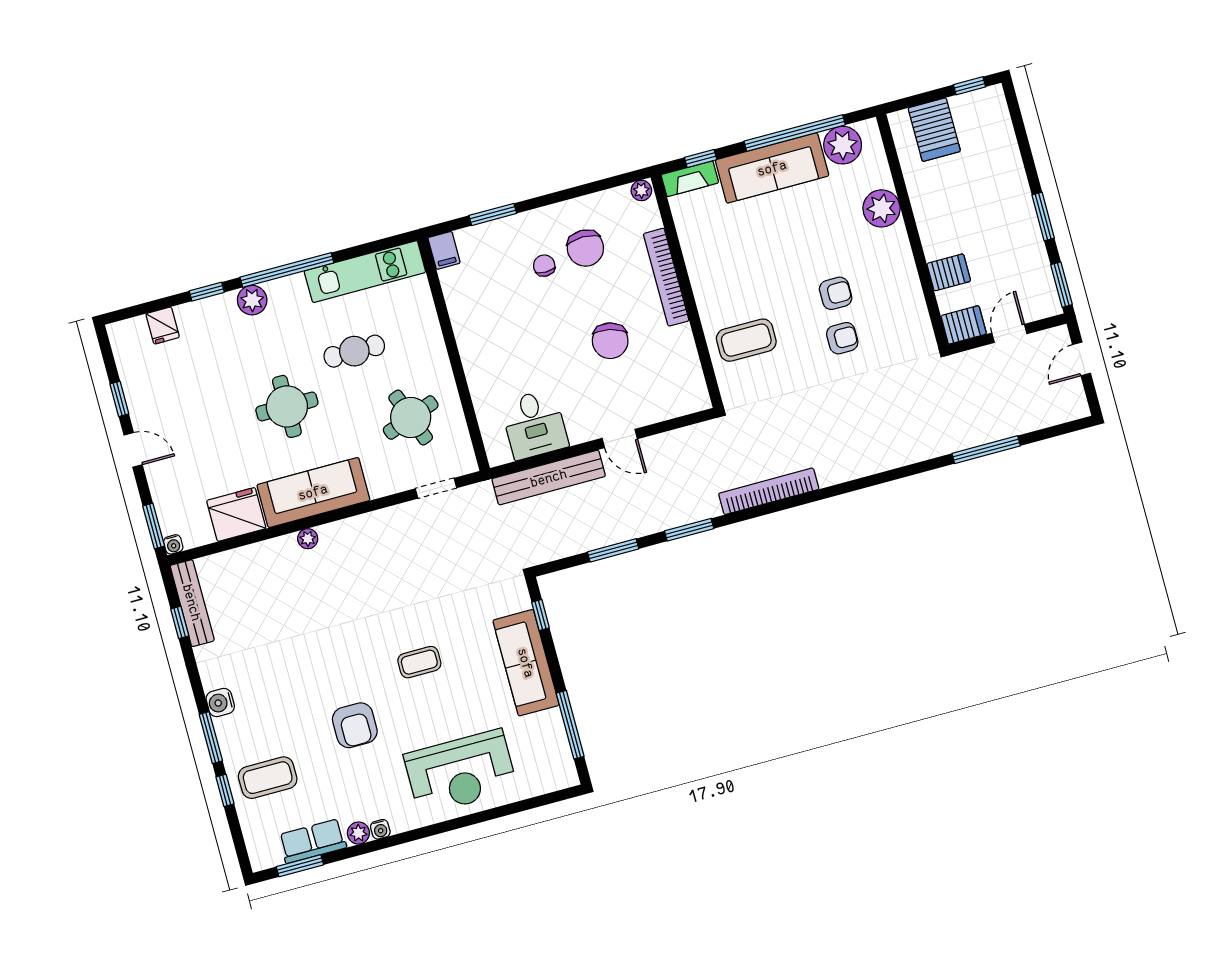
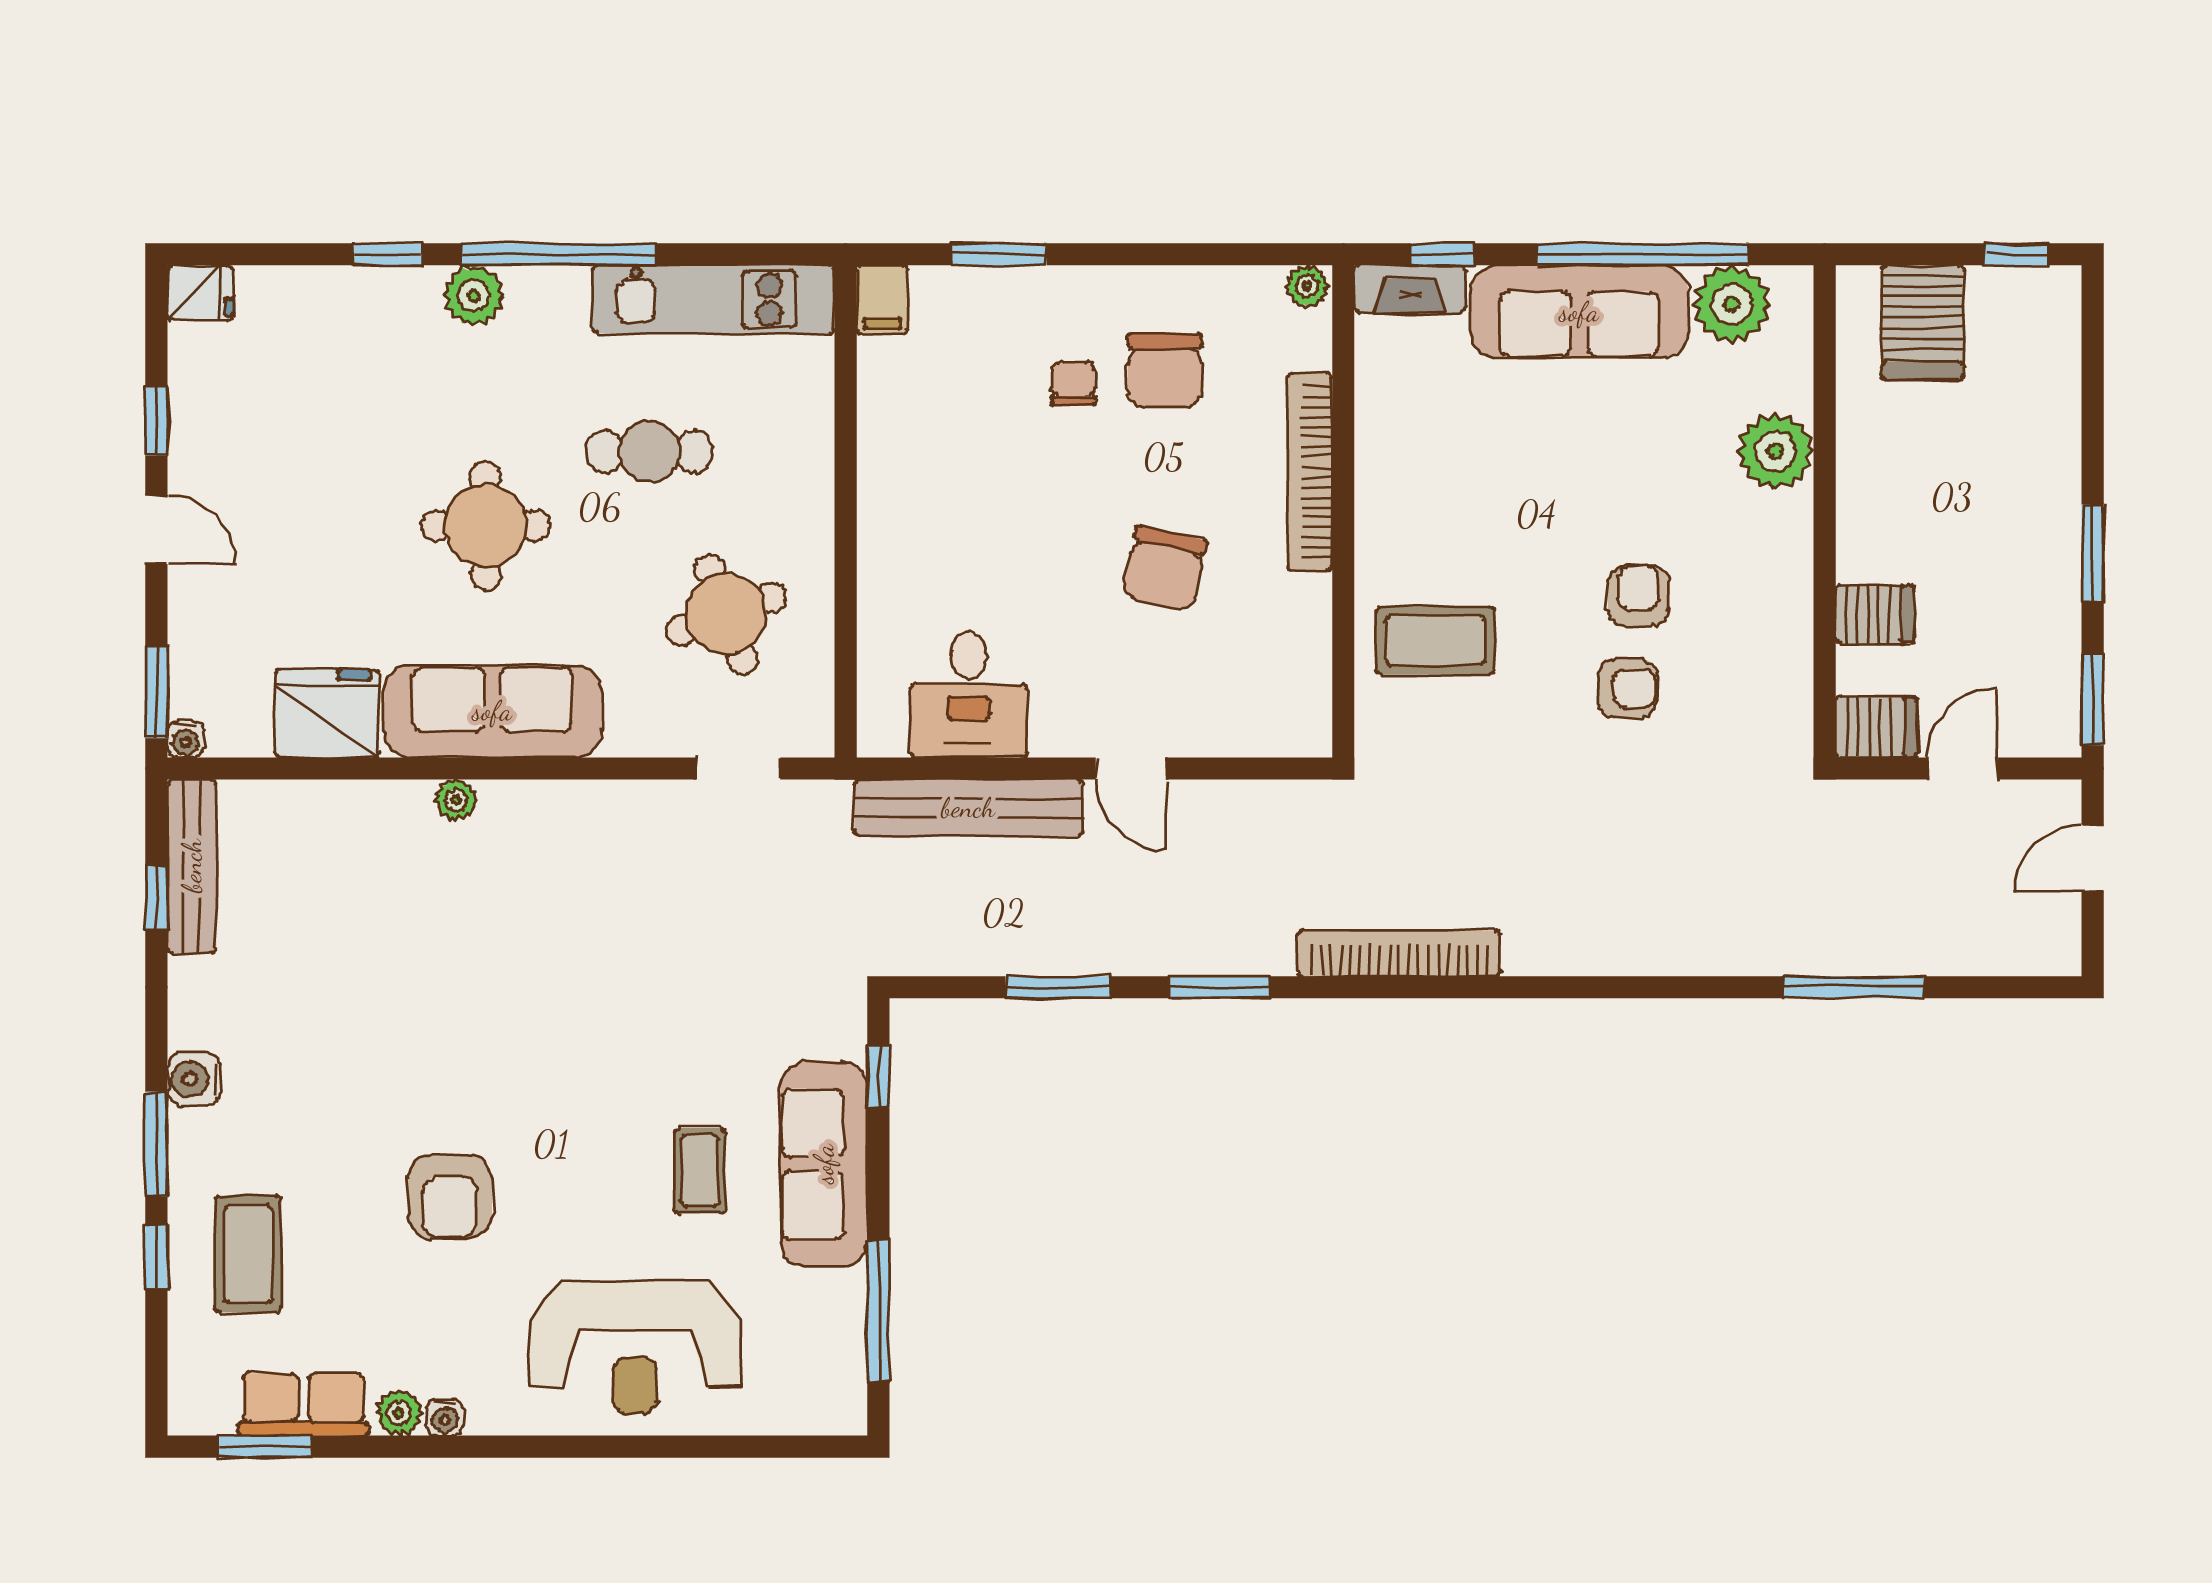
armchair: (836, 293) -> (1638, 595), turned -90
fridge: (163, 325) -> (200, 293), moved, turned -90
coffee table: (419, 662) -> (700, 1171), moved, turned 90
coffee table: (268, 778) -> (248, 1254), turned 90

